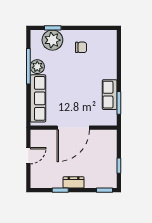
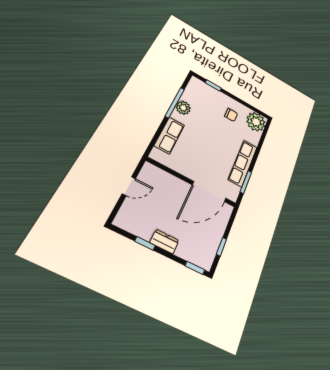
plant: (52, 40) -> (256, 122), moved
row of seats: (110, 95) -> (243, 163), width x1.48
row of seats: (38, 98) -> (169, 135), width x0.68
door: (73, 128) -> (209, 192), moved

